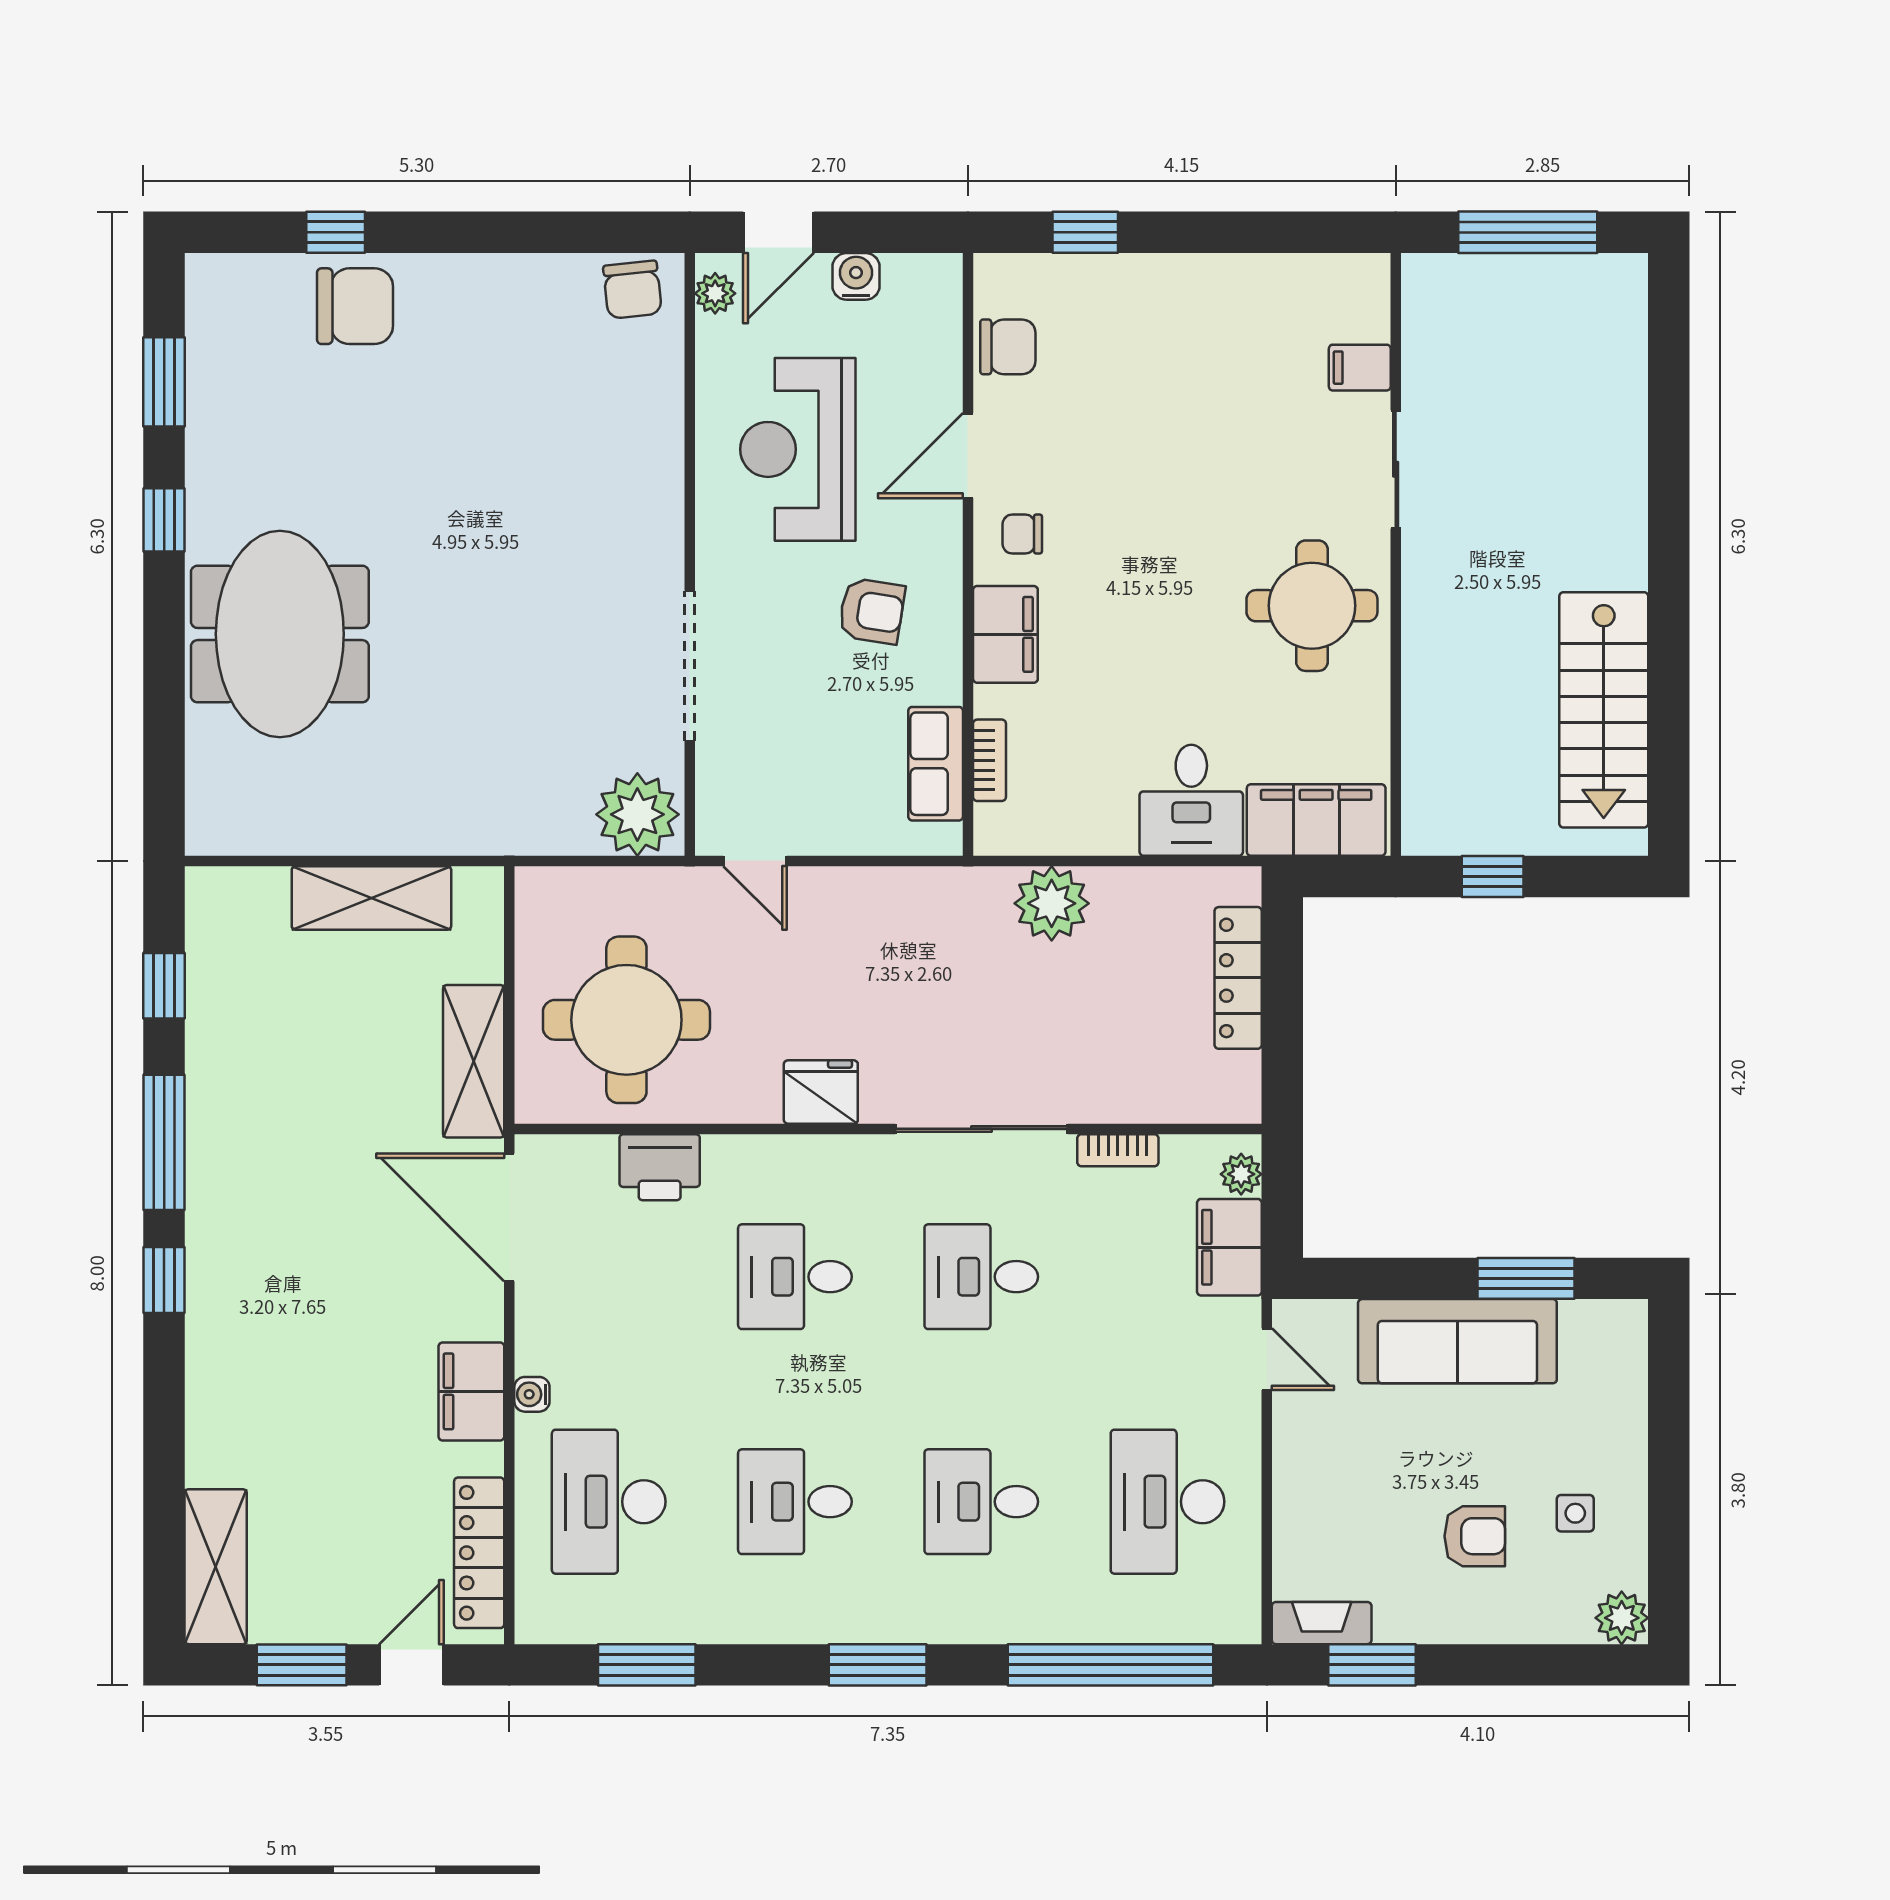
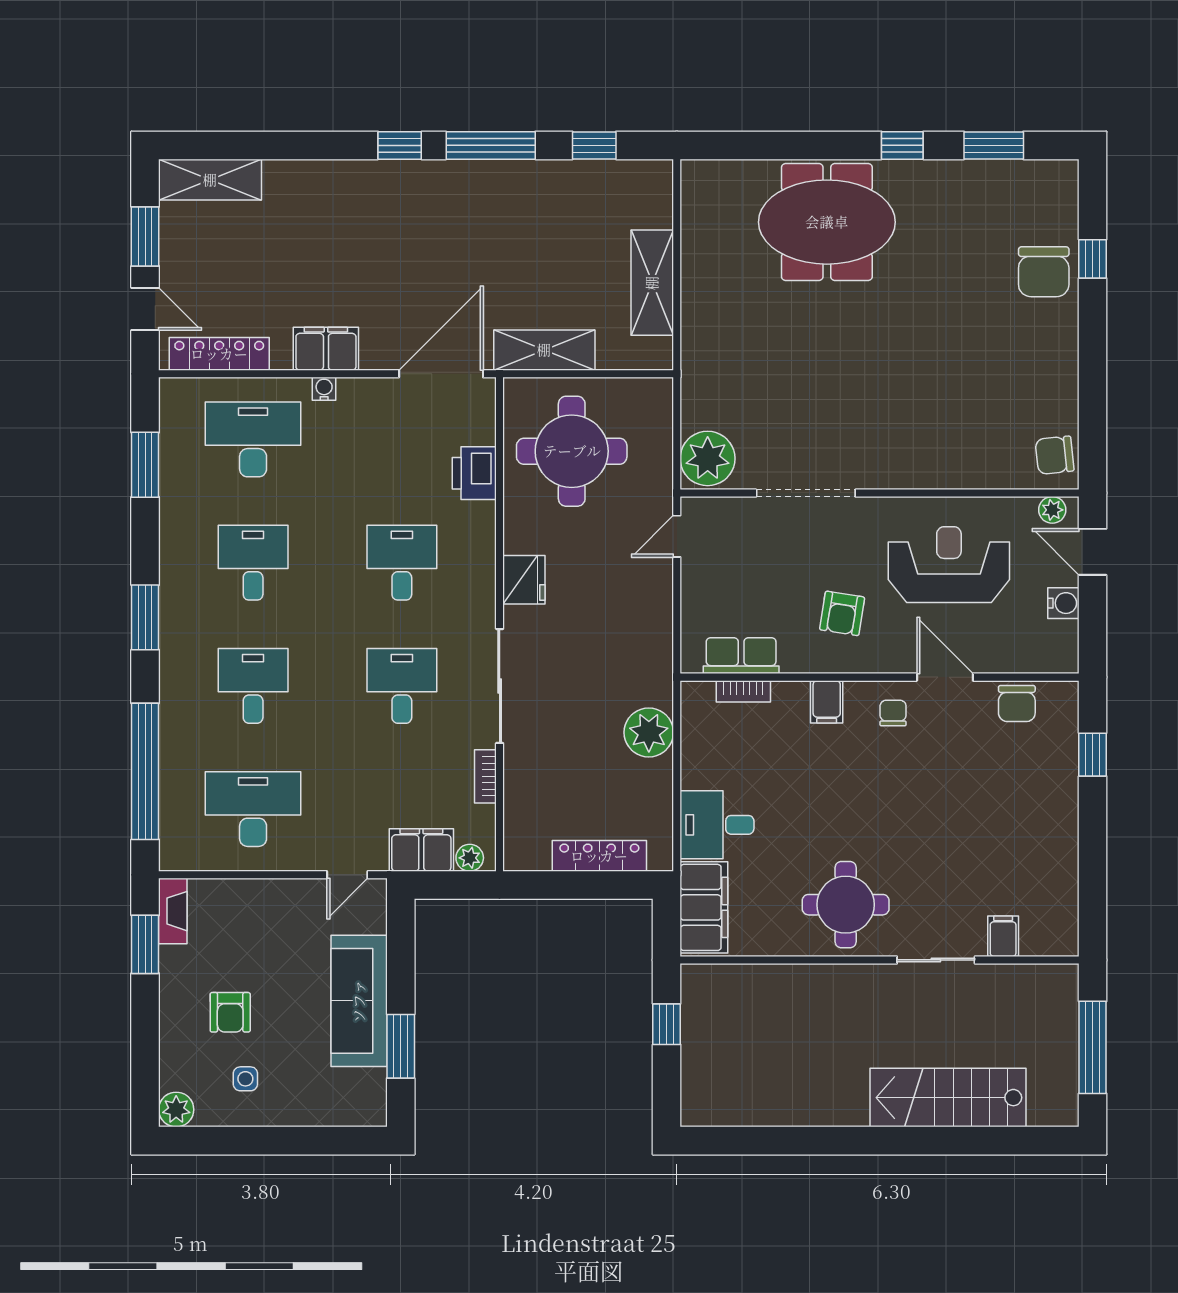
filing cabinet: (1005, 634) -> (827, 702), width x0.50
stairs: (1604, 710) -> (948, 1098), moved

